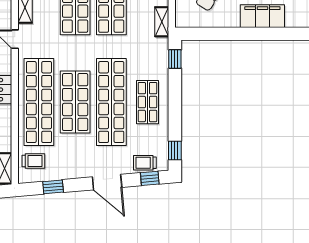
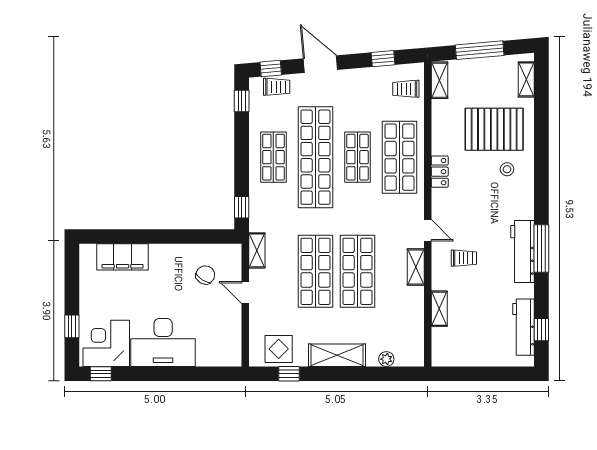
filing cabinet: (262, 16) -> (123, 257), moved
shop shelf: (39, 102) -> (399, 157), width x0.71
shop shelf: (75, 102) -> (357, 157), width x0.70, depth x0.74

